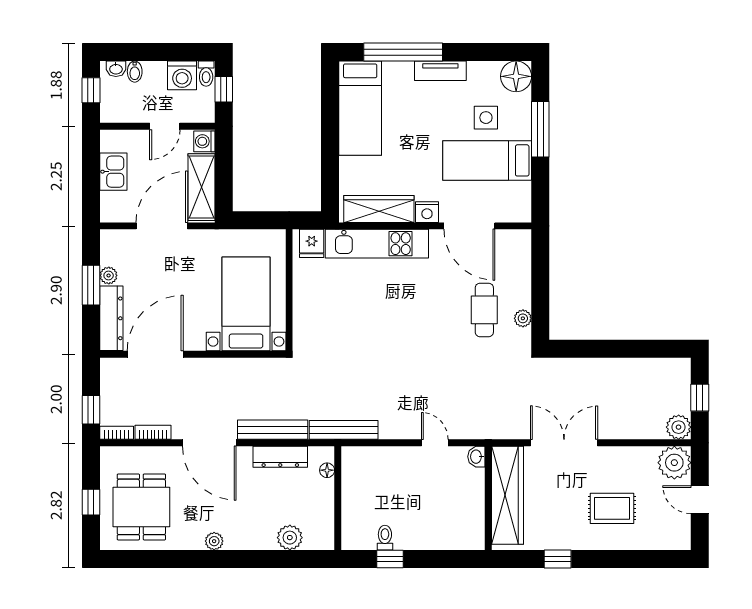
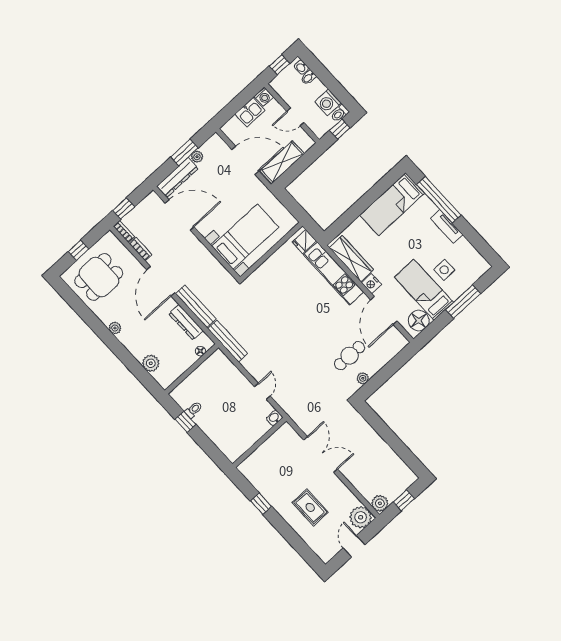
floor lamp: (516, 76) -> (419, 321), moved
washing machine: (204, 141) -> (264, 97), moved, turned 180
wardrobe: (508, 495) -> (270, 451), removed

